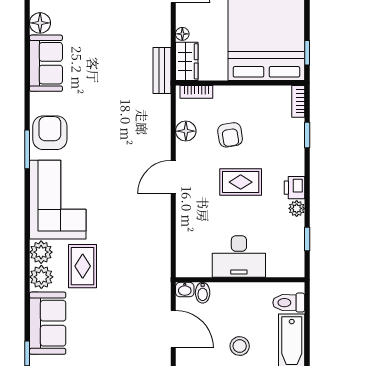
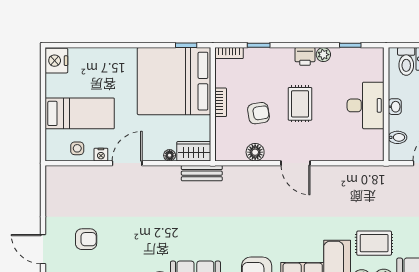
bookcase: (196, 92) -> (221, 102), moved
washbasin: (185, 290) -> (395, 107), moved

